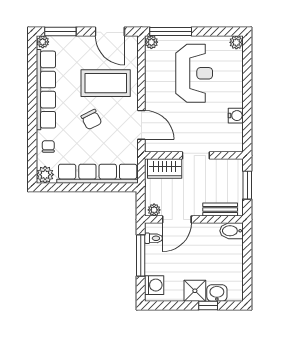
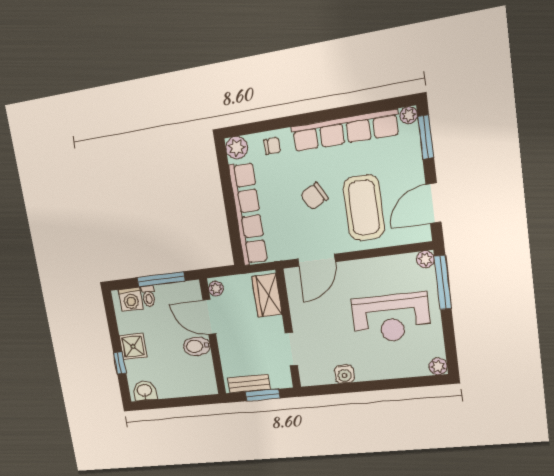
doorway: (196, 155) -> (291, 349), moved
bench: (220, 210) -> (249, 384), moved, turned 90
bidet: (232, 231) -> (197, 346), moved, turned -90
toilet: (154, 238) -> (149, 296), moved
washbasin: (217, 293) -> (145, 391), moved, turned -90

